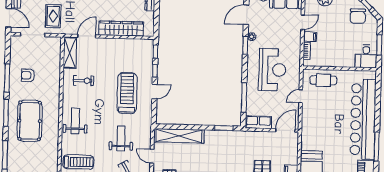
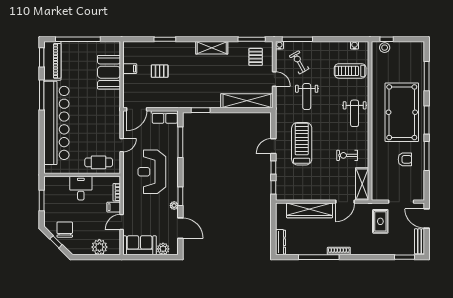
door: (246, 15) -> (180, 228), hinge flipped
desk: (366, 56) -> (81, 188), moved
treadmill: (127, 93) -> (302, 144), turned 180
pool table: (30, 121) -> (402, 112), width x1.36, depth x1.32

